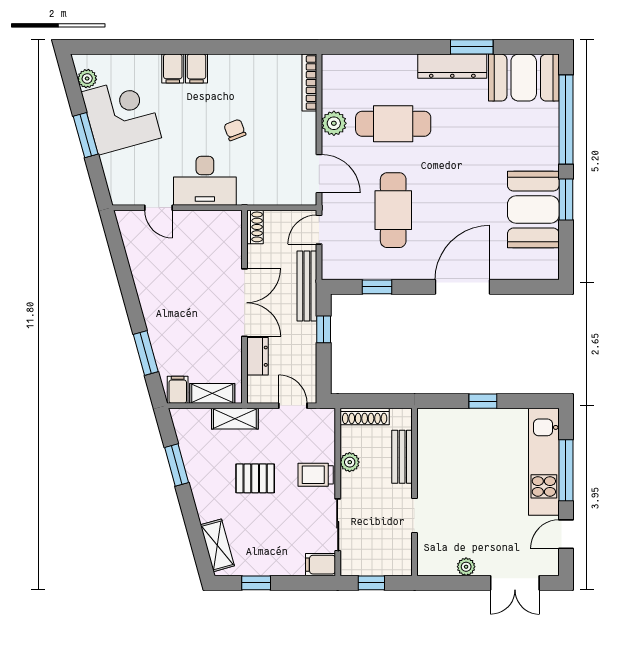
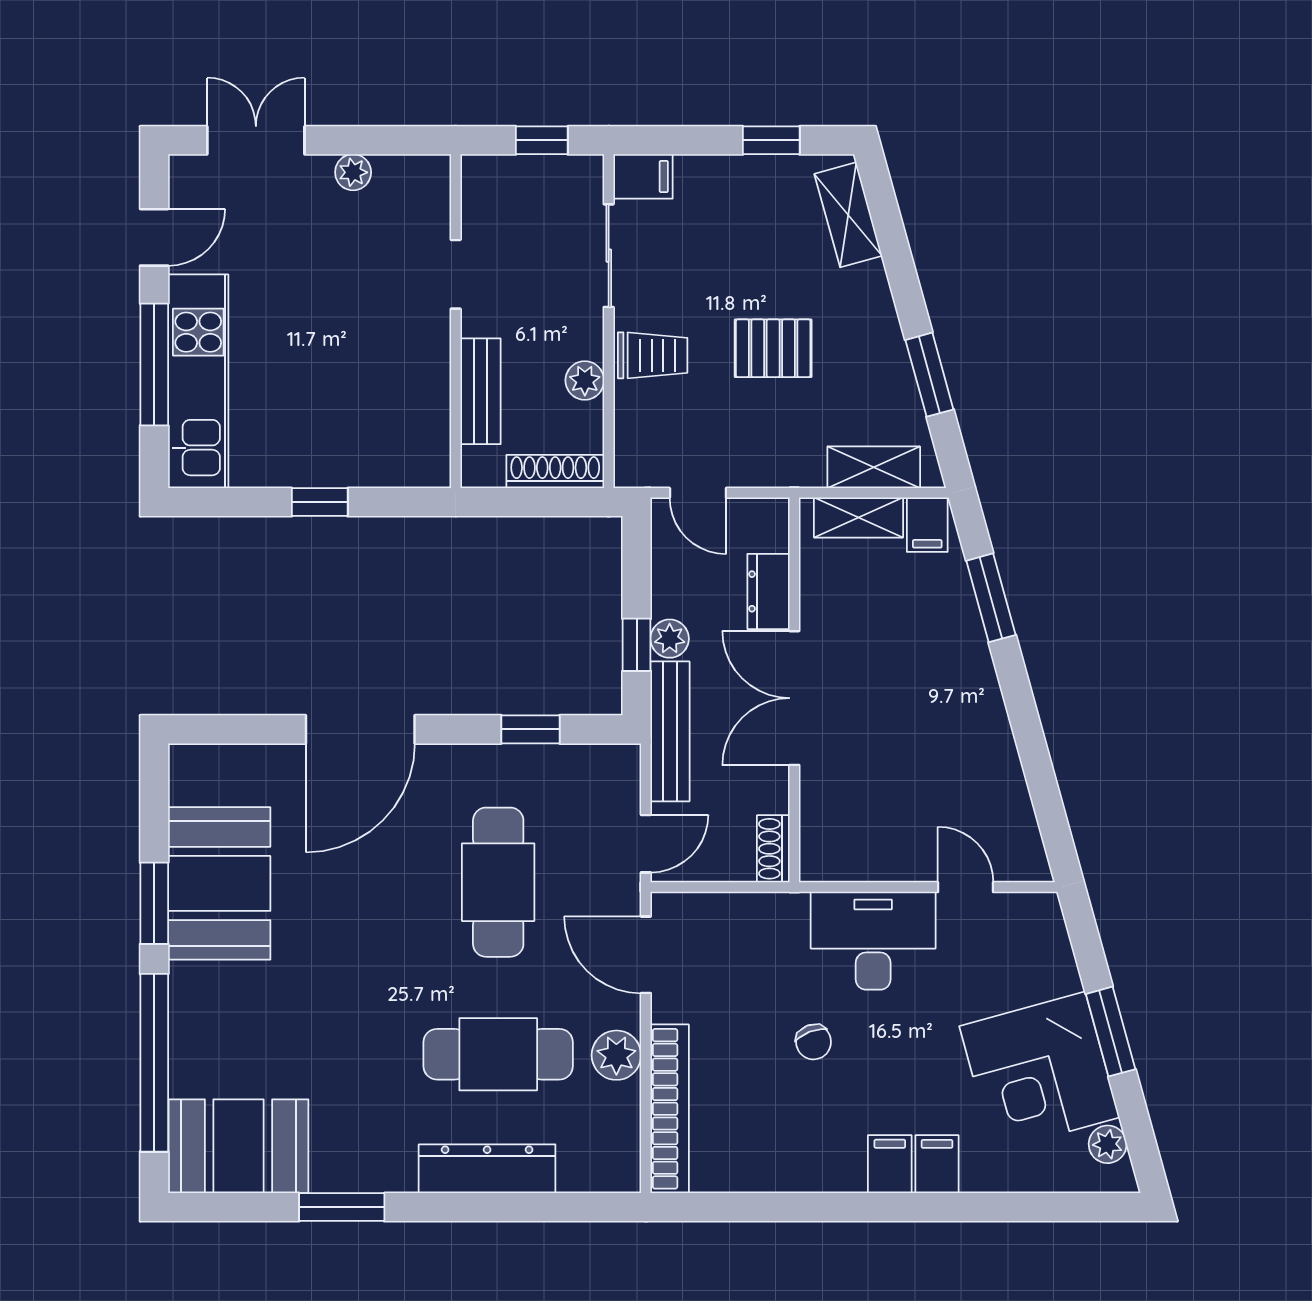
dresser: (452, 66) -> (487, 1169), moved
bookcase: (309, 83) -> (670, 1109), width x1.48, depth x1.31
plant: (307, 333) -> (670, 639), added
shelving: (235, 419) -> (874, 467), moved

